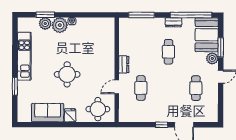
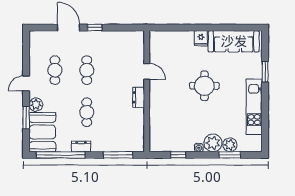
window: (90, 15) -> (178, 155), added
door: (117, 87) -> (147, 71), hinge flipped
cafe table: (141, 88) -> (87, 70), moved
round table: (98, 109) -> (169, 46), removed
sofa: (48, 113) -> (234, 41), width x1.36

